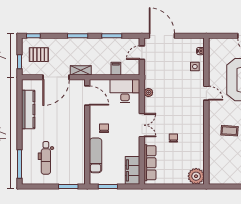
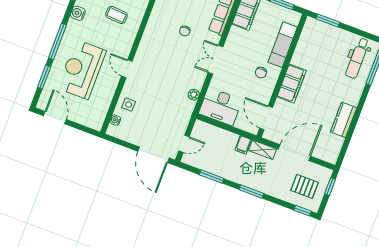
filing cabinet: (116, 69) -> (243, 145), moved
kitchen counter: (28, 109) -> (344, 120), width x0.67
filing cabinet: (78, 129) -> (292, 84), added
dental chair: (46, 158) -> (357, 58), moved, turned 180

